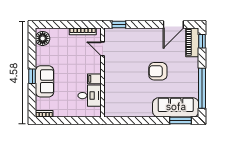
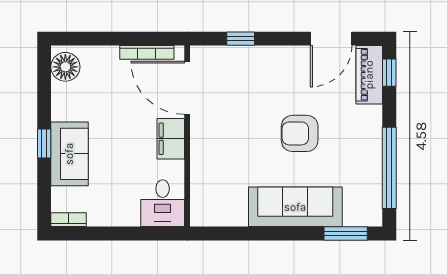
window: (119, 25) -> (241, 39), moved
door: (103, 49) -> (187, 88), width x1.88
filing cabinet: (94, 79) -> (171, 139), width x2.00
desk: (90, 96) -> (163, 203), moved, turned 90
sofa: (176, 107) -> (295, 207), moved

